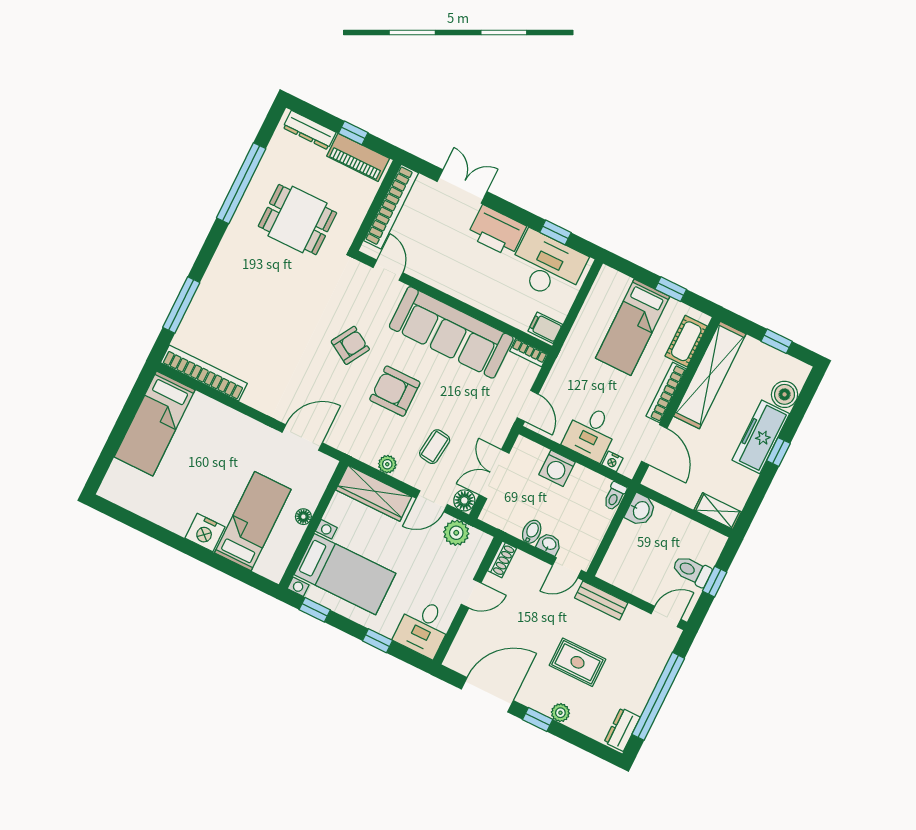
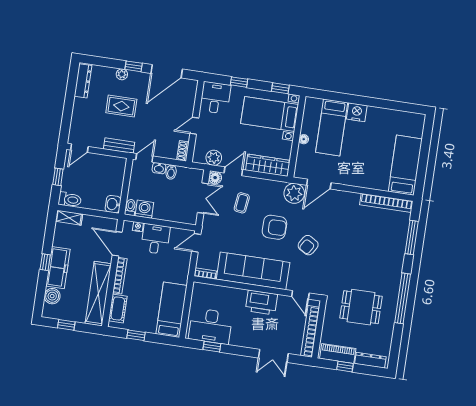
window: (241, 183) -> (403, 298), moved
printer: (497, 231) -> (262, 302), moved, turned 180
bed: (633, 327) -> (171, 310), moved
filing cabinet: (545, 328) -> (200, 291), removed
door: (528, 406) -> (196, 243), hinge flipped
plant: (387, 464) -> (294, 193), moved, width x1.87, depth x1.87
washing machine: (557, 468) -> (144, 209), moved
toilet: (692, 571) -> (70, 200), moved
window: (658, 696) -> (69, 101), removed
dresser: (622, 730) -> (83, 81), width x1.44

